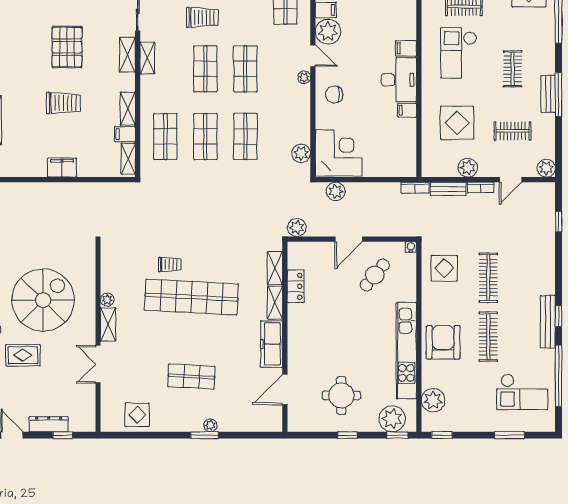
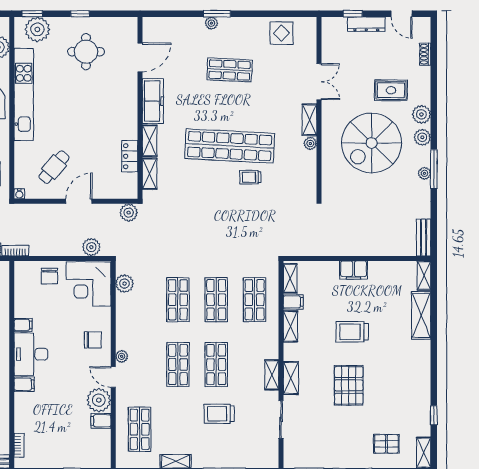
chair: (379, 161) -> (49, 276), added

